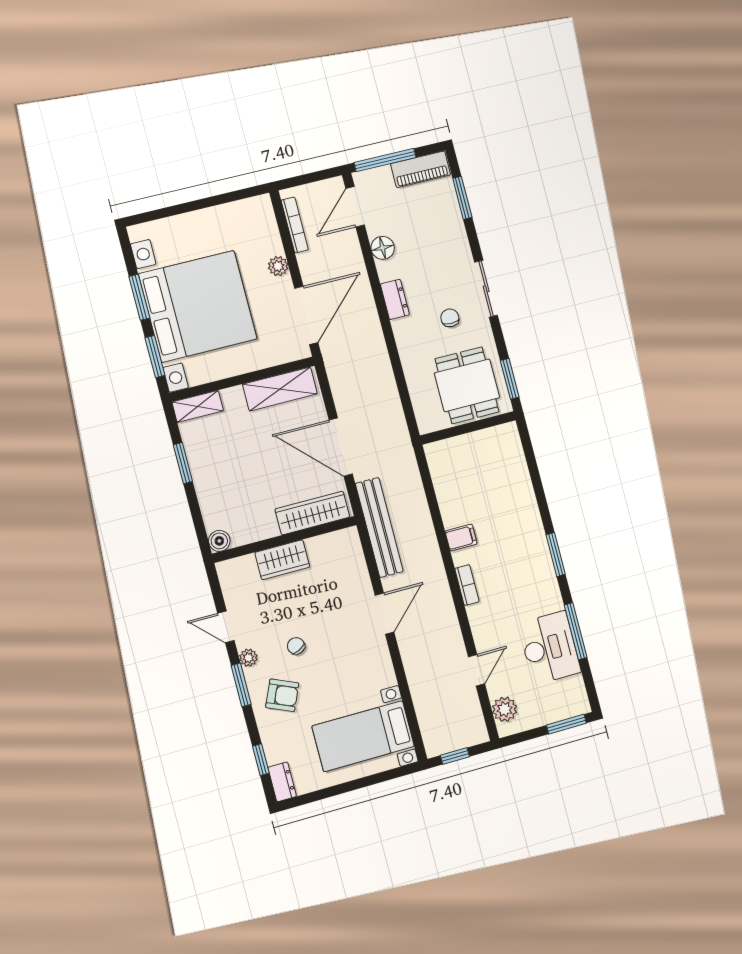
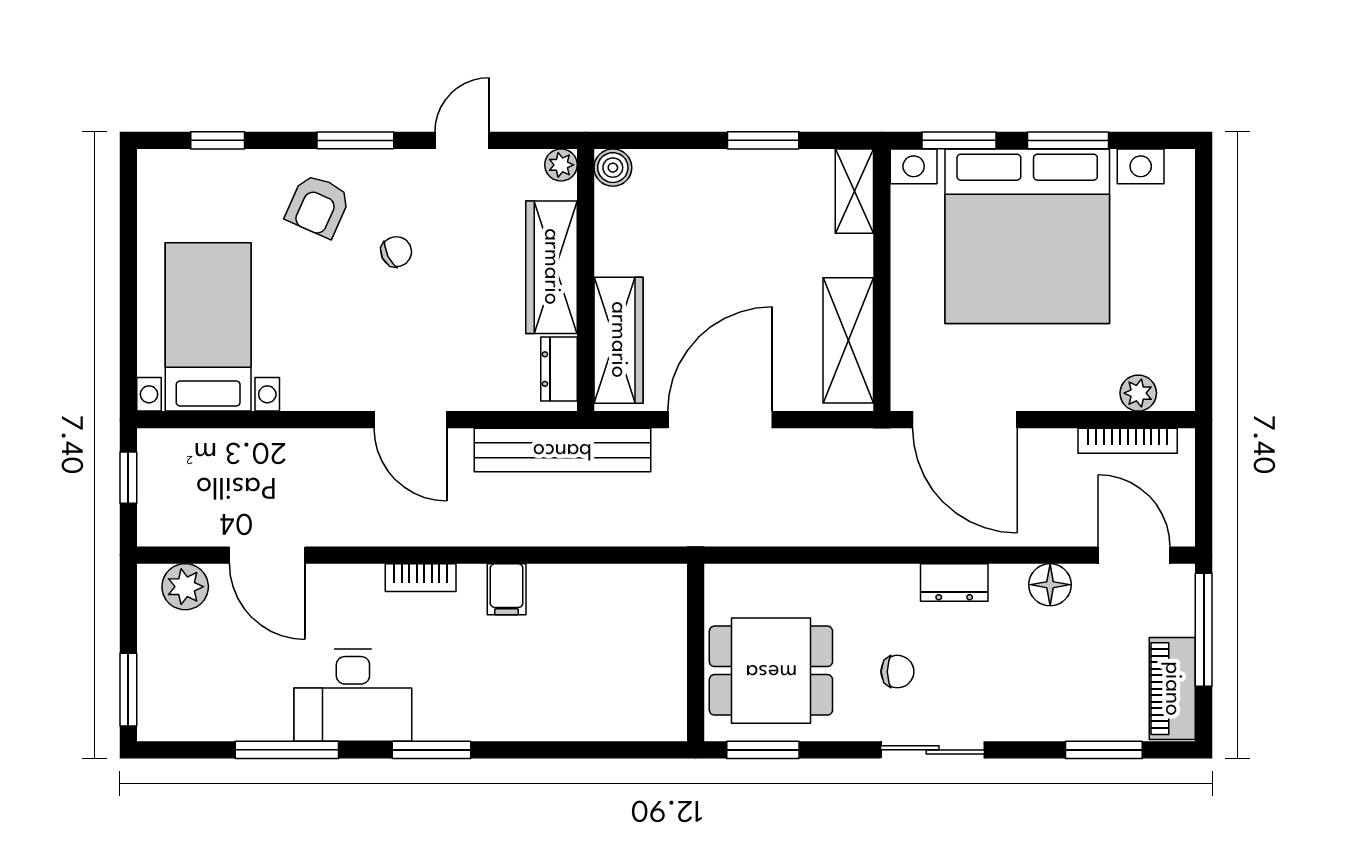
plant: (278, 266) -> (1138, 393), moved
wardrobe: (282, 560) -> (551, 267), width x1.50
desk: (549, 648) -> (353, 695), moved
plant: (248, 658) -> (561, 165), moved
door: (476, 670) -> (267, 555), width x1.38
dresser: (282, 782) -> (559, 369), moved, turned 90

